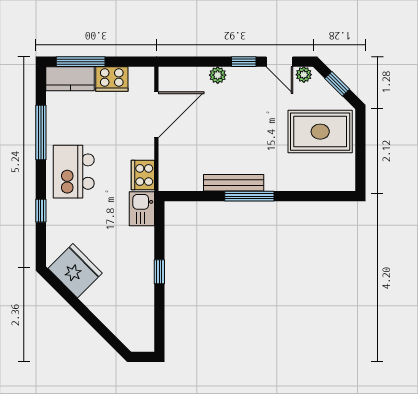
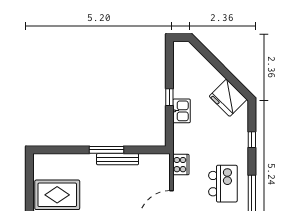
kitchen island: (74, 172) -> (223, 184), moved
kitchen sink: (142, 209) -> (182, 111), moved

